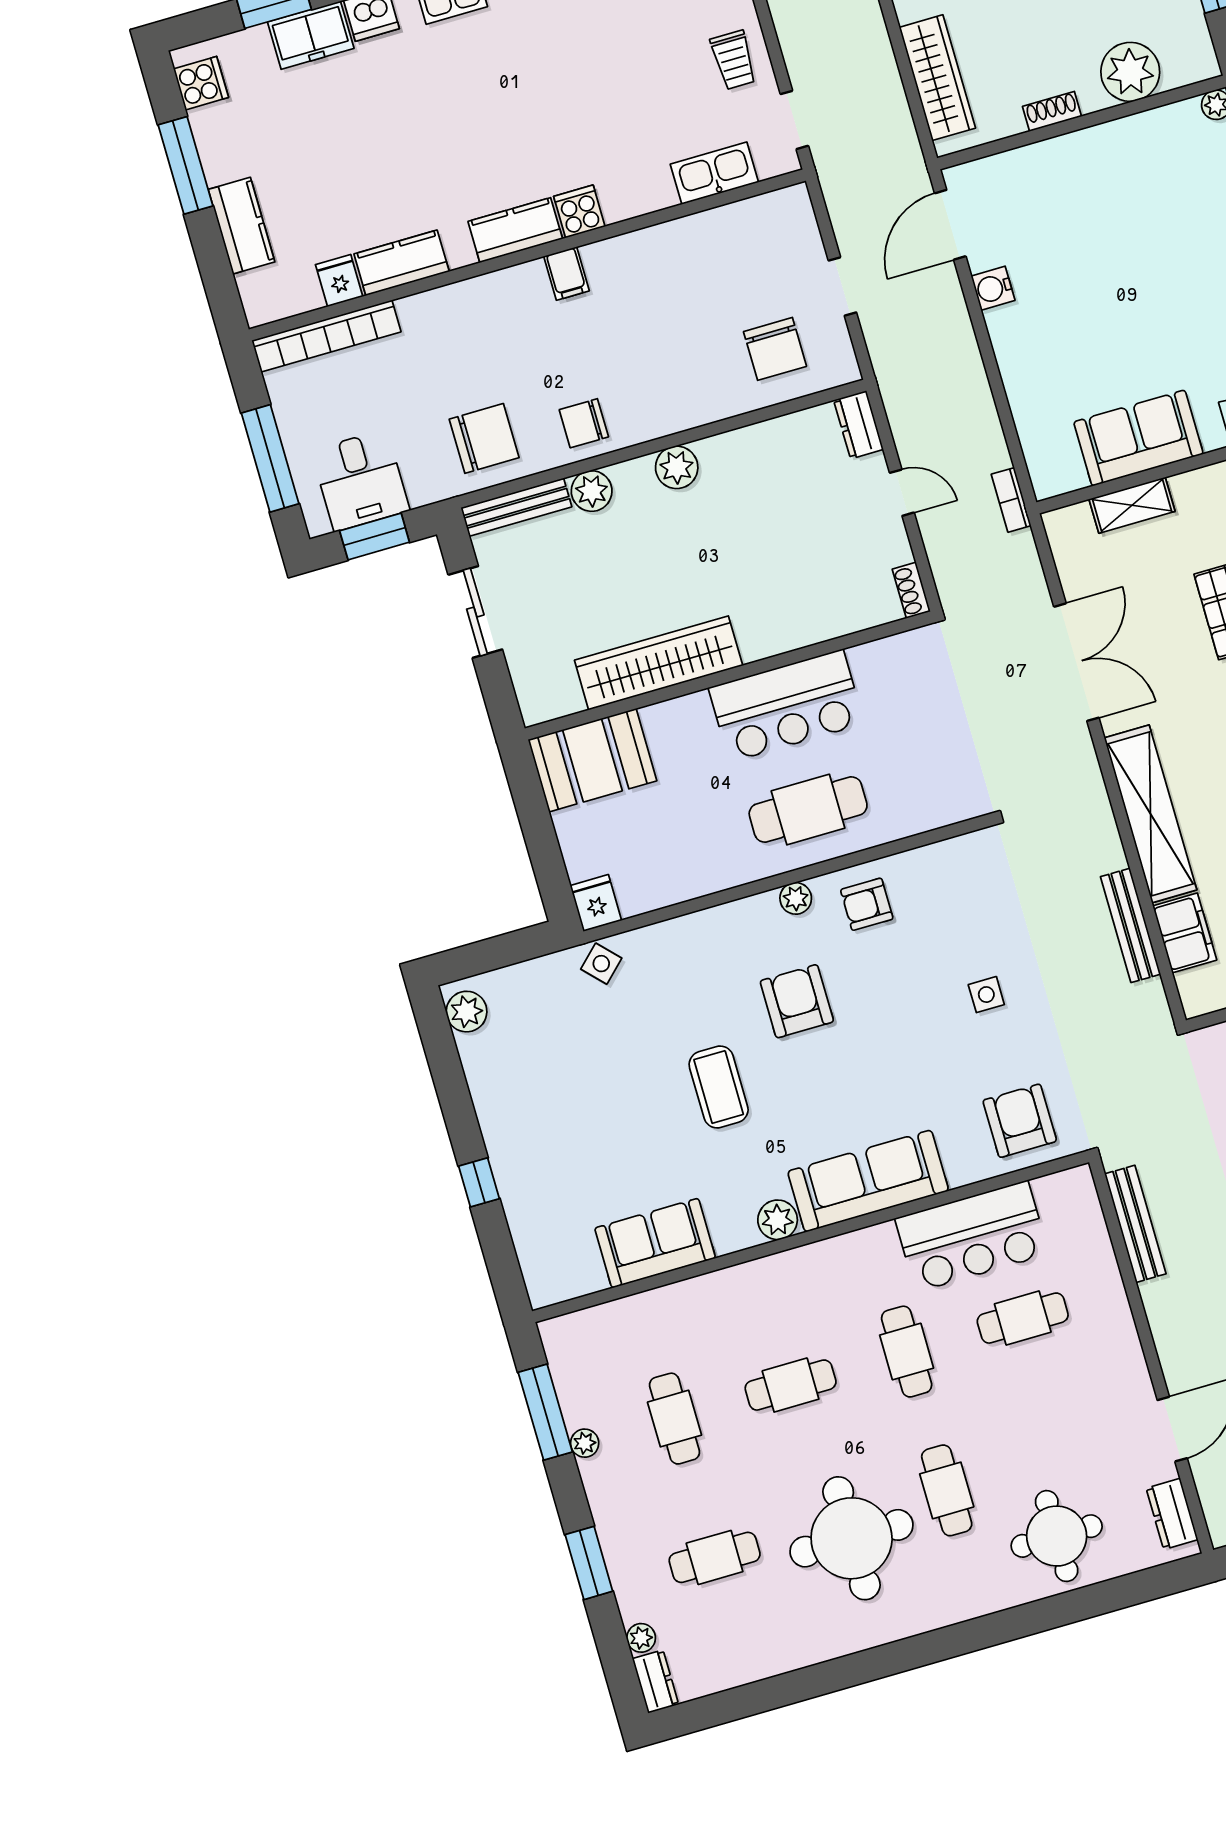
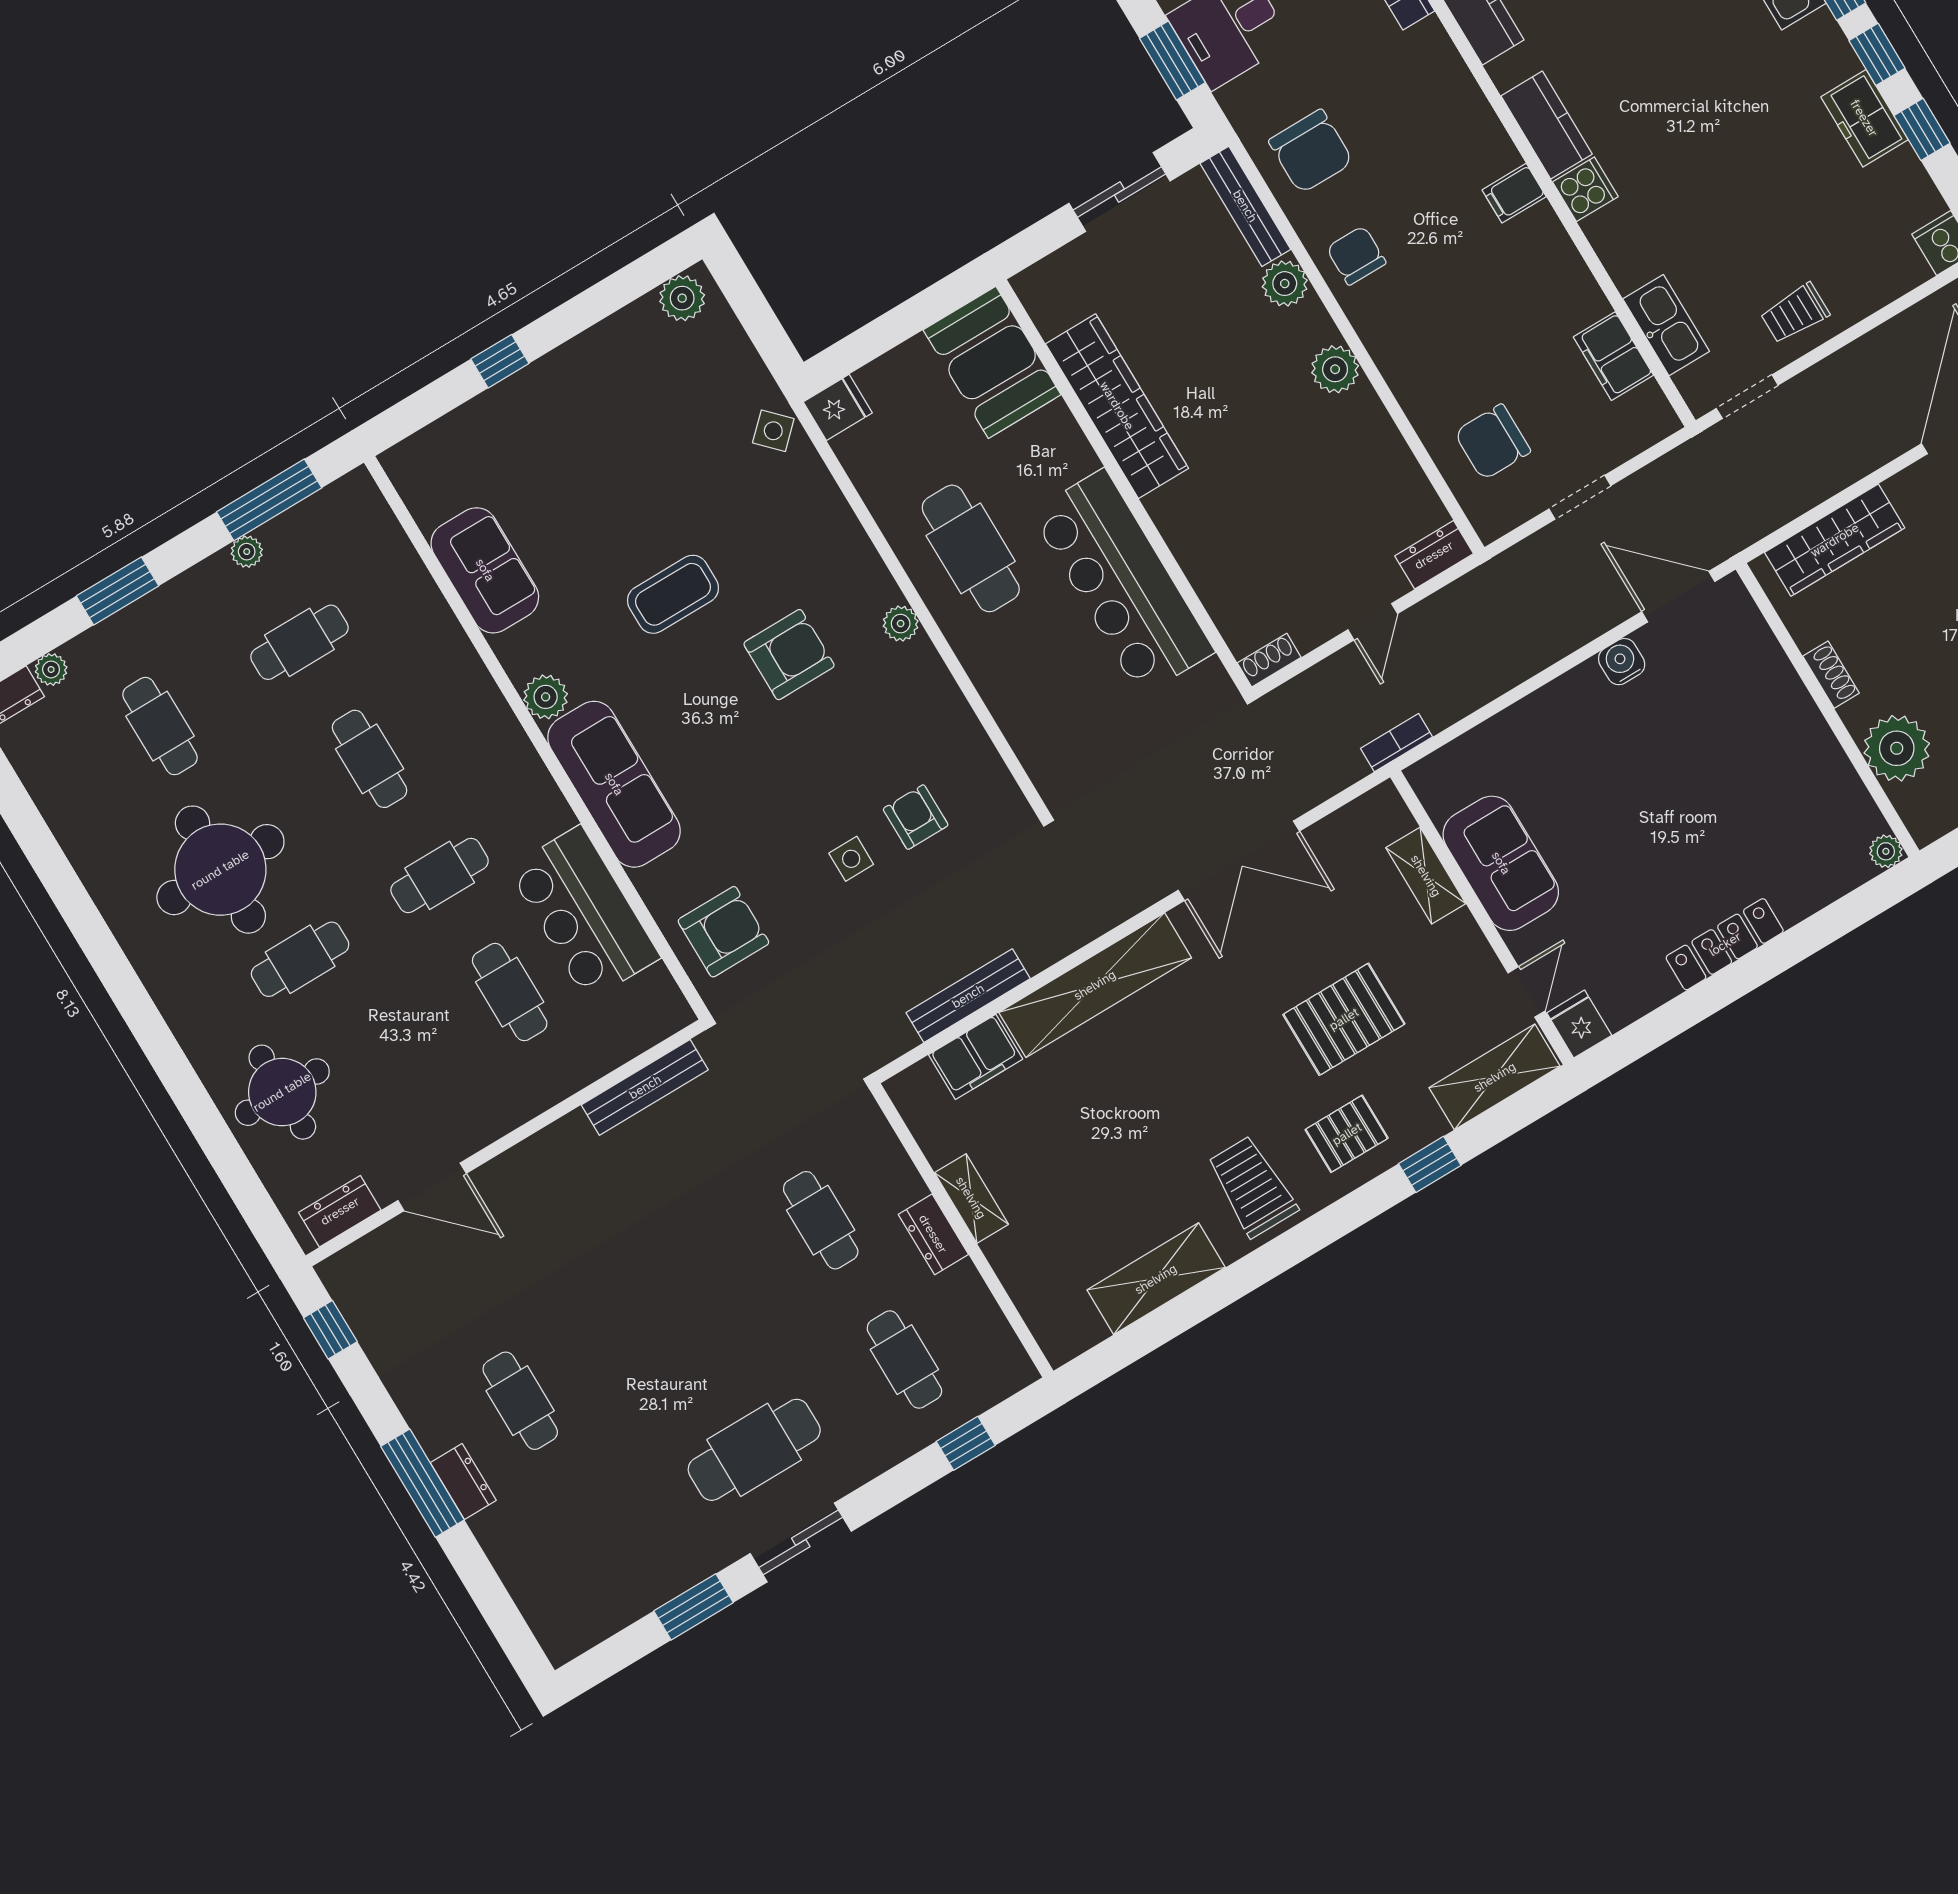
filing cabinet: (729, 226) -> (1613, 356), added
bar counter: (786, 706) -> (1122, 582), width x1.36
cafe table: (808, 809) -> (971, 548), moved
armchair: (867, 904) -> (916, 817), moved

